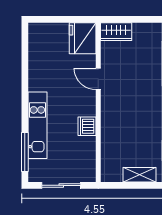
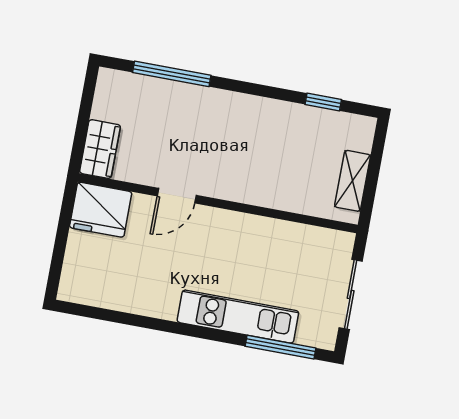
dishwasher: (87, 126) -> (256, 231), removed
shelving: (140, 175) -> (353, 181), moved

